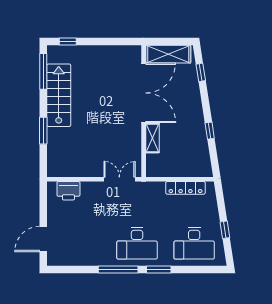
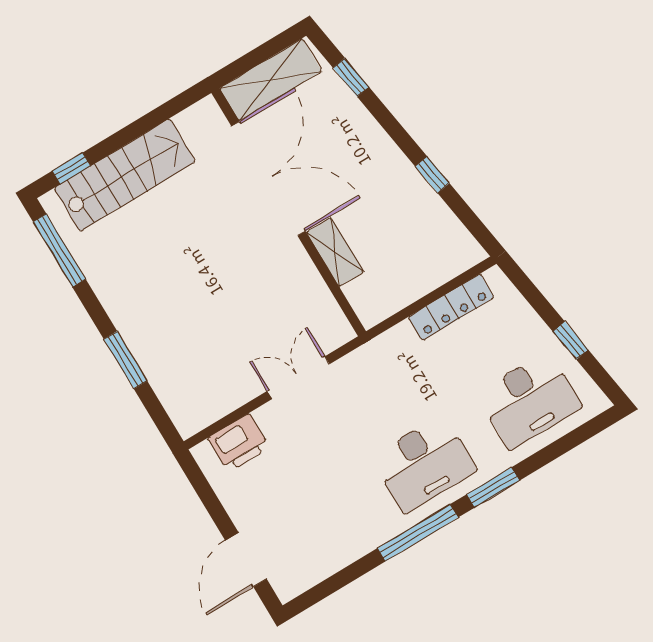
stairs: (59, 95) -> (125, 175), moved, turned 90
double door: (119, 179) -> (298, 378), moved

